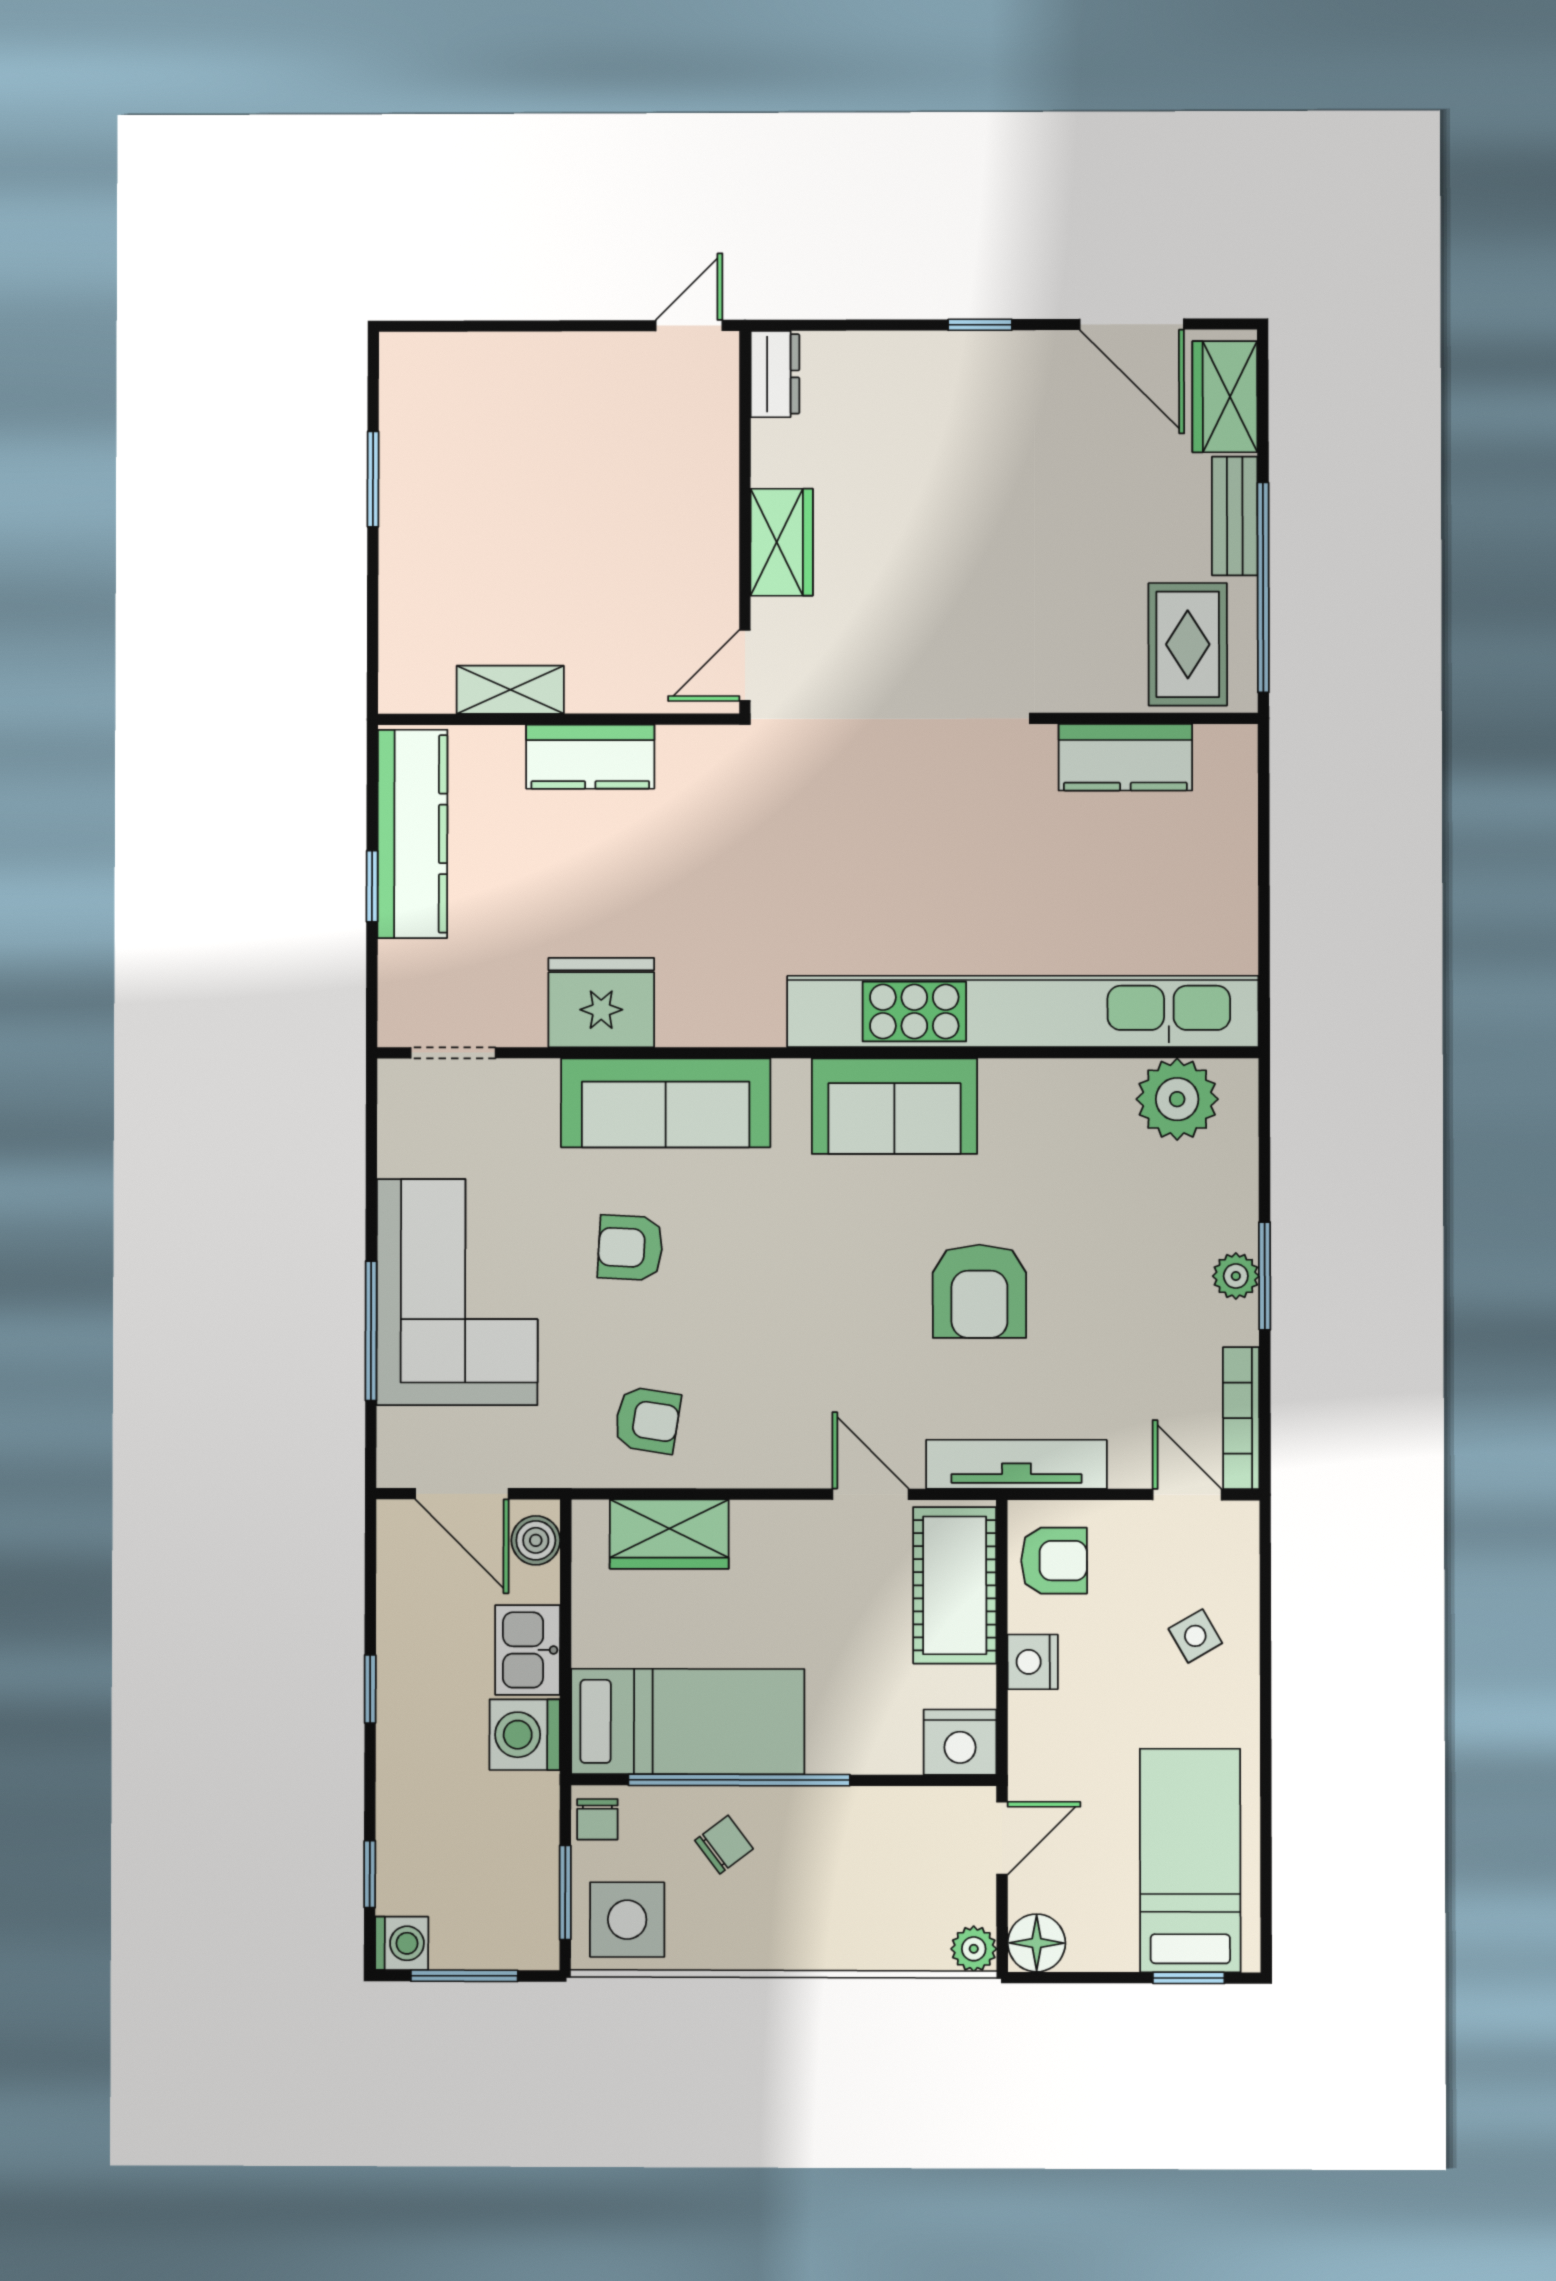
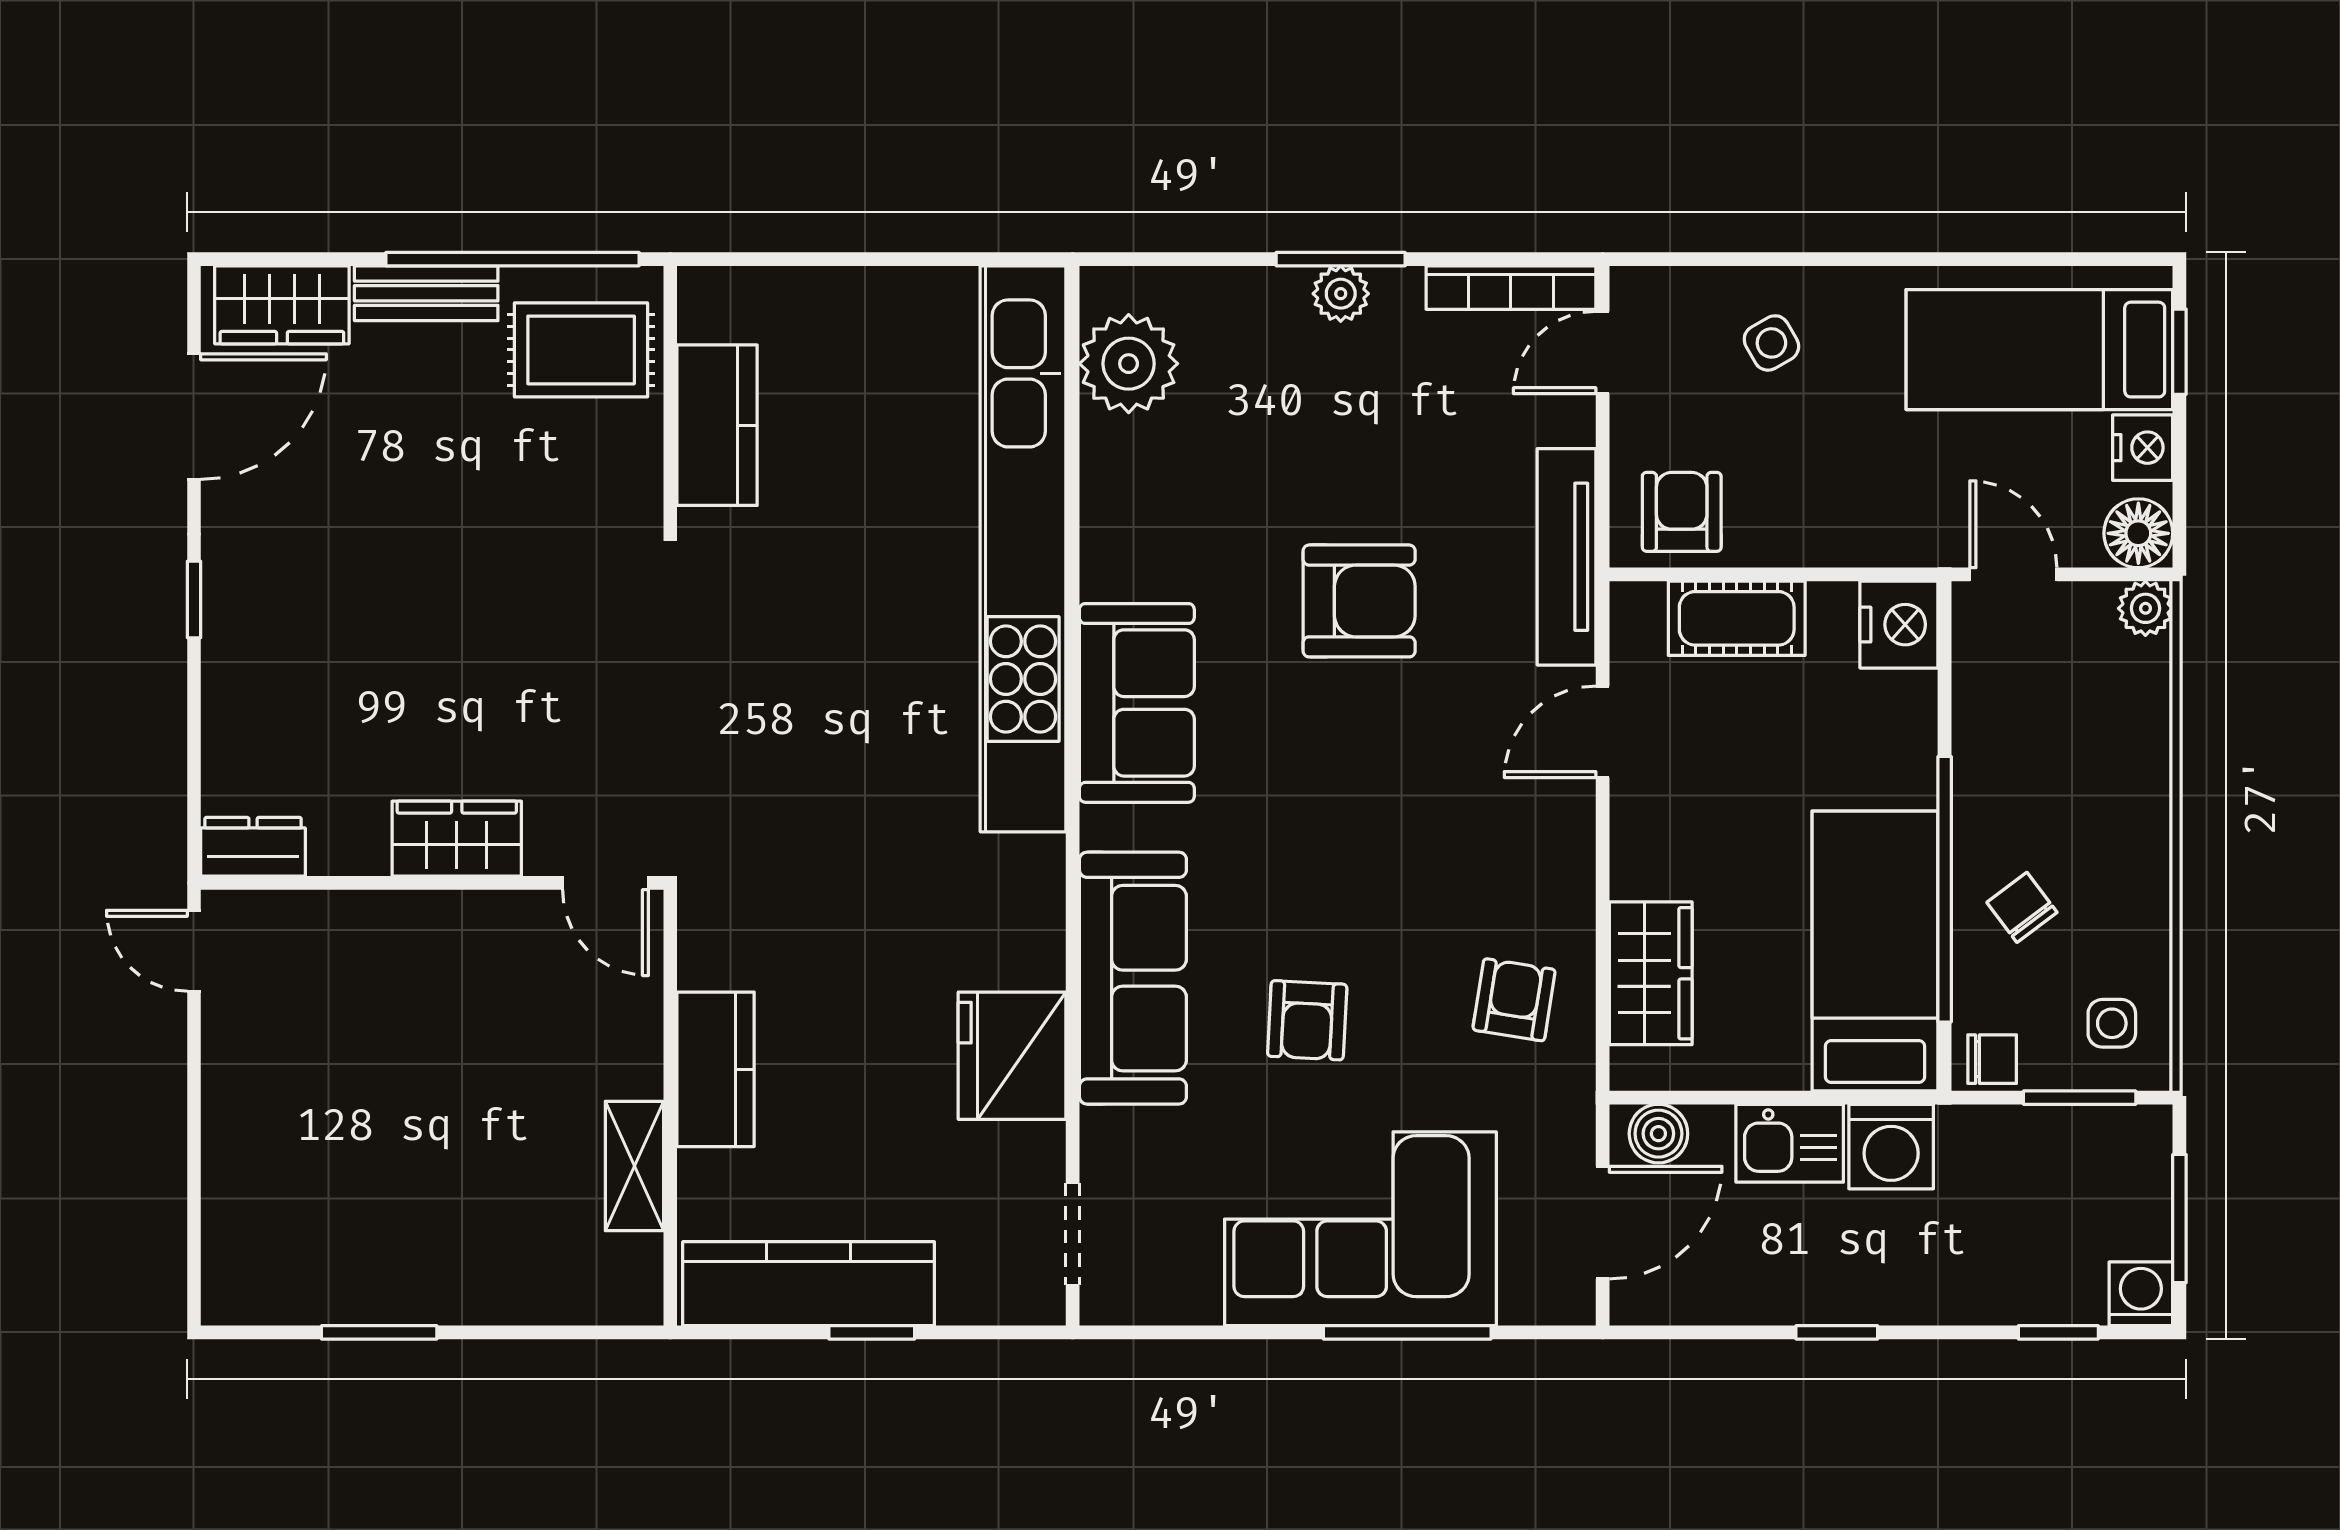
cot: (955, 1585) -> (1737, 618), width x0.73, depth x0.75
nightstand: (1033, 1662) -> (2143, 448), moved, turned -90
side table: (627, 1920) -> (2112, 1023), width x0.54, depth x0.54

